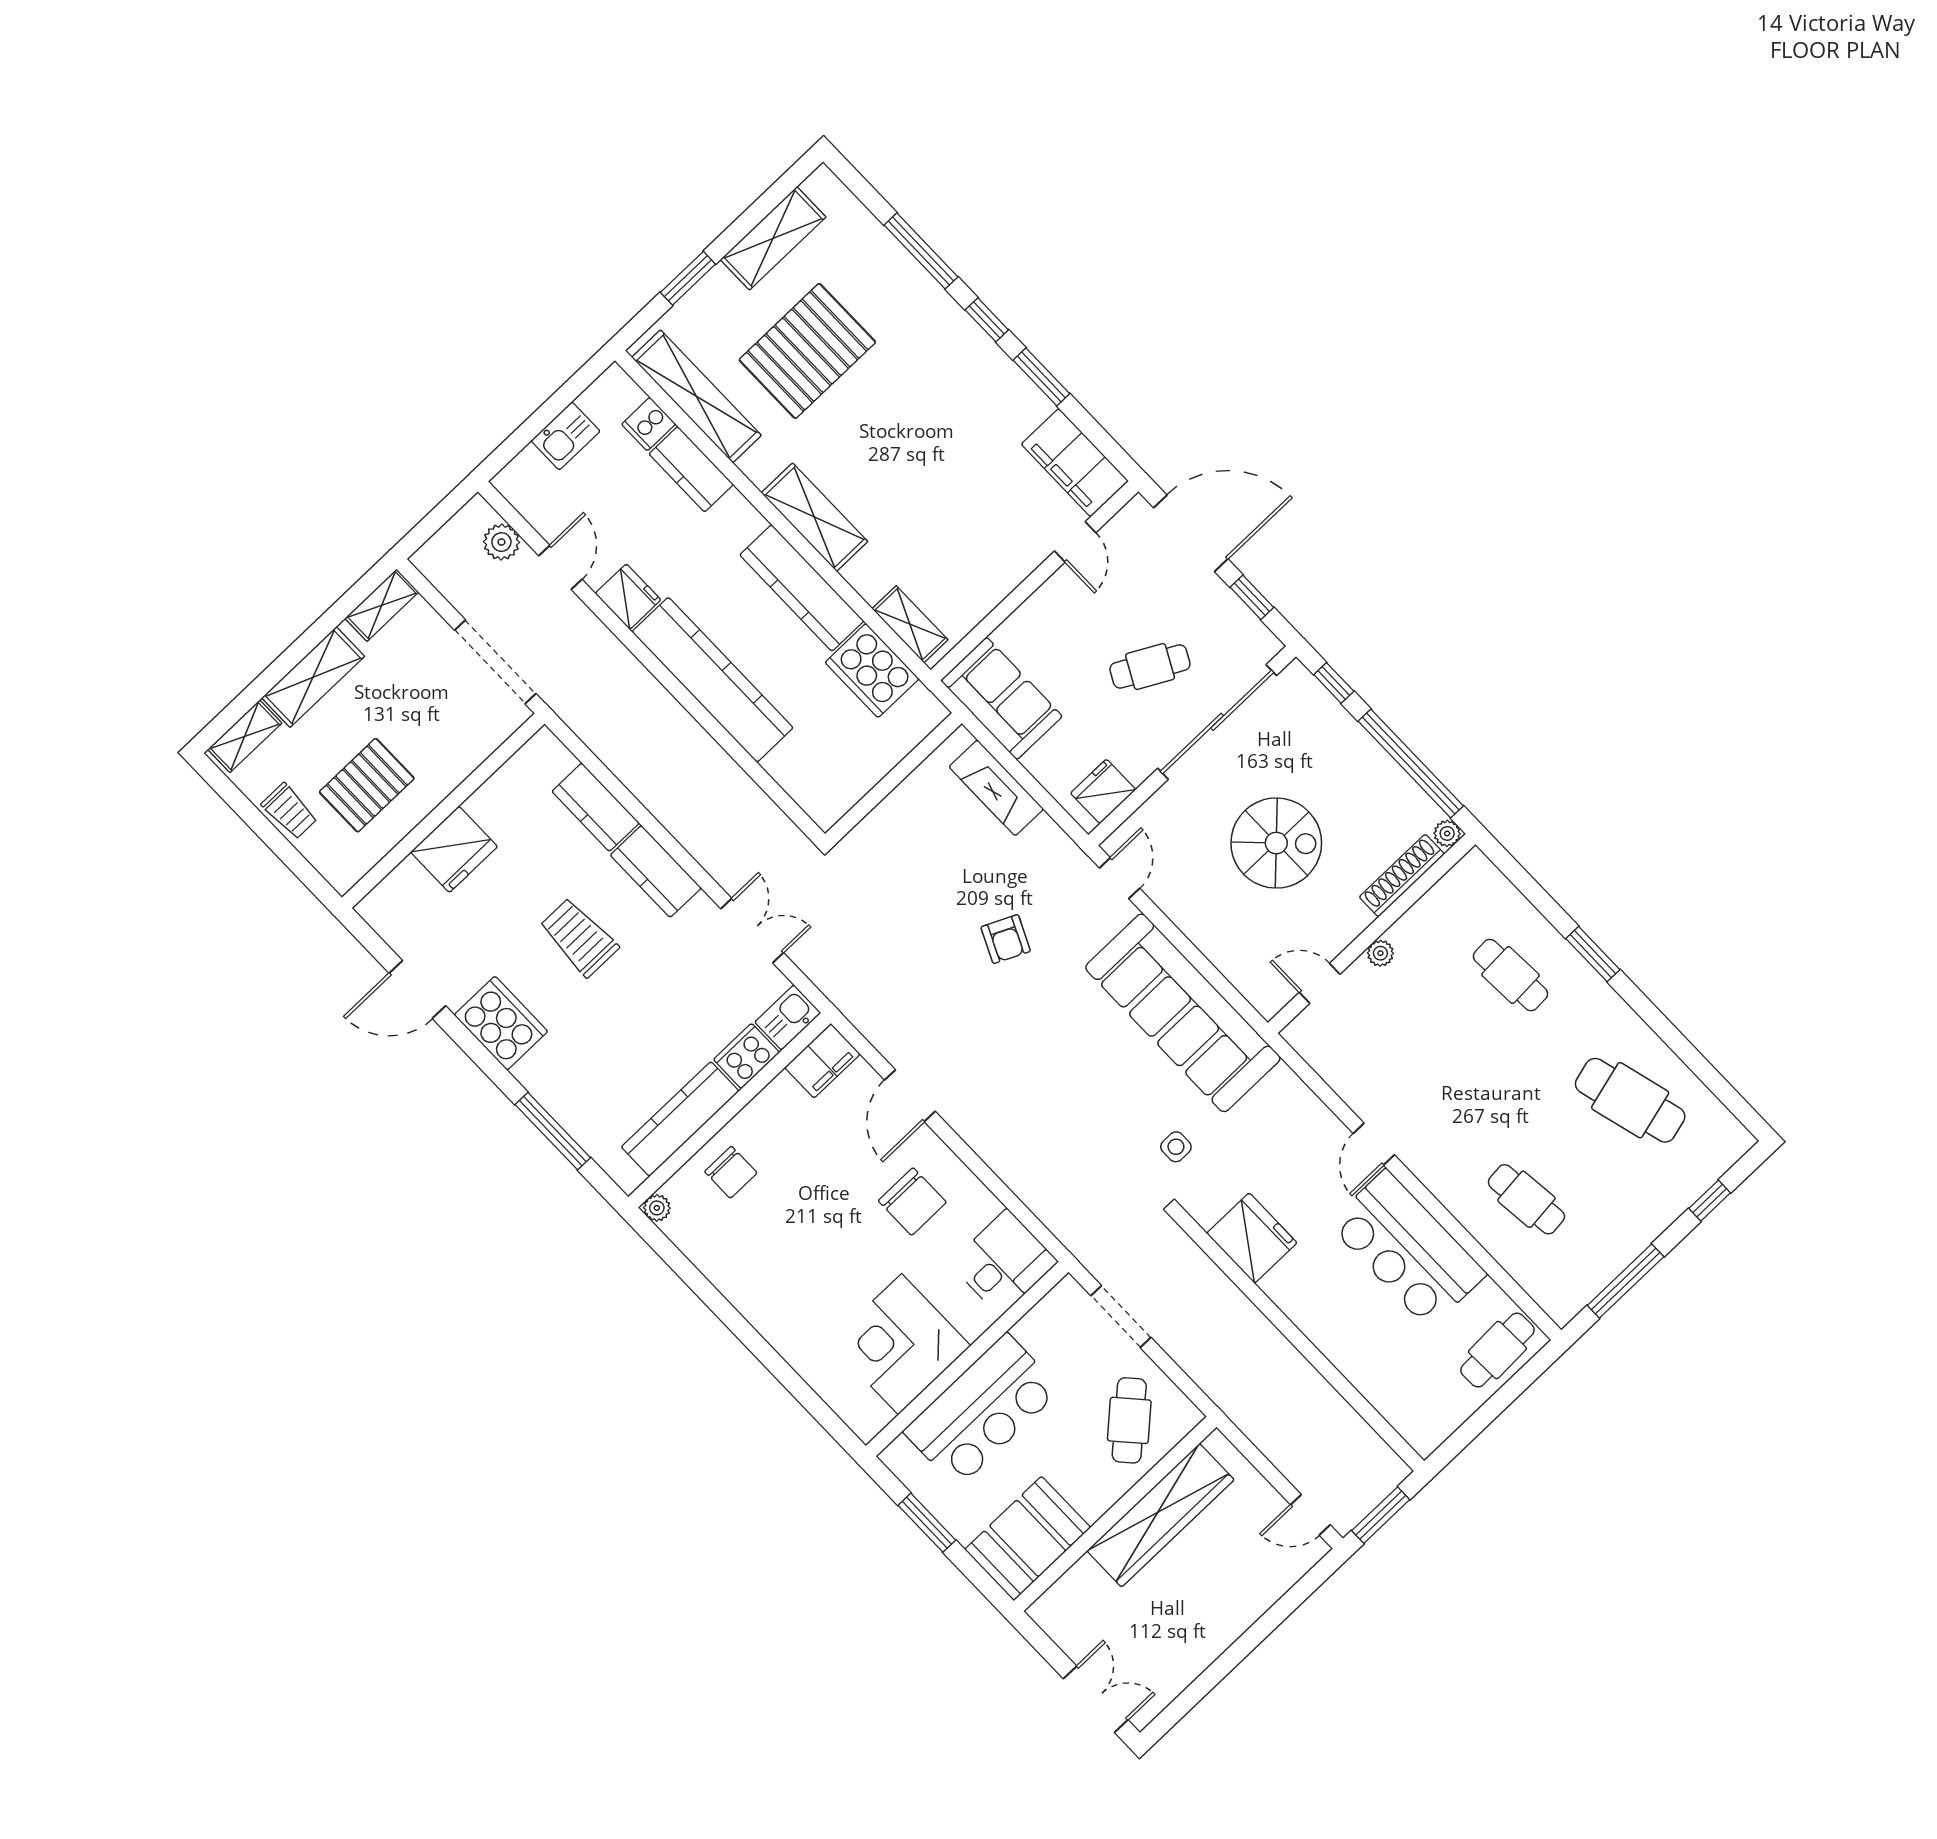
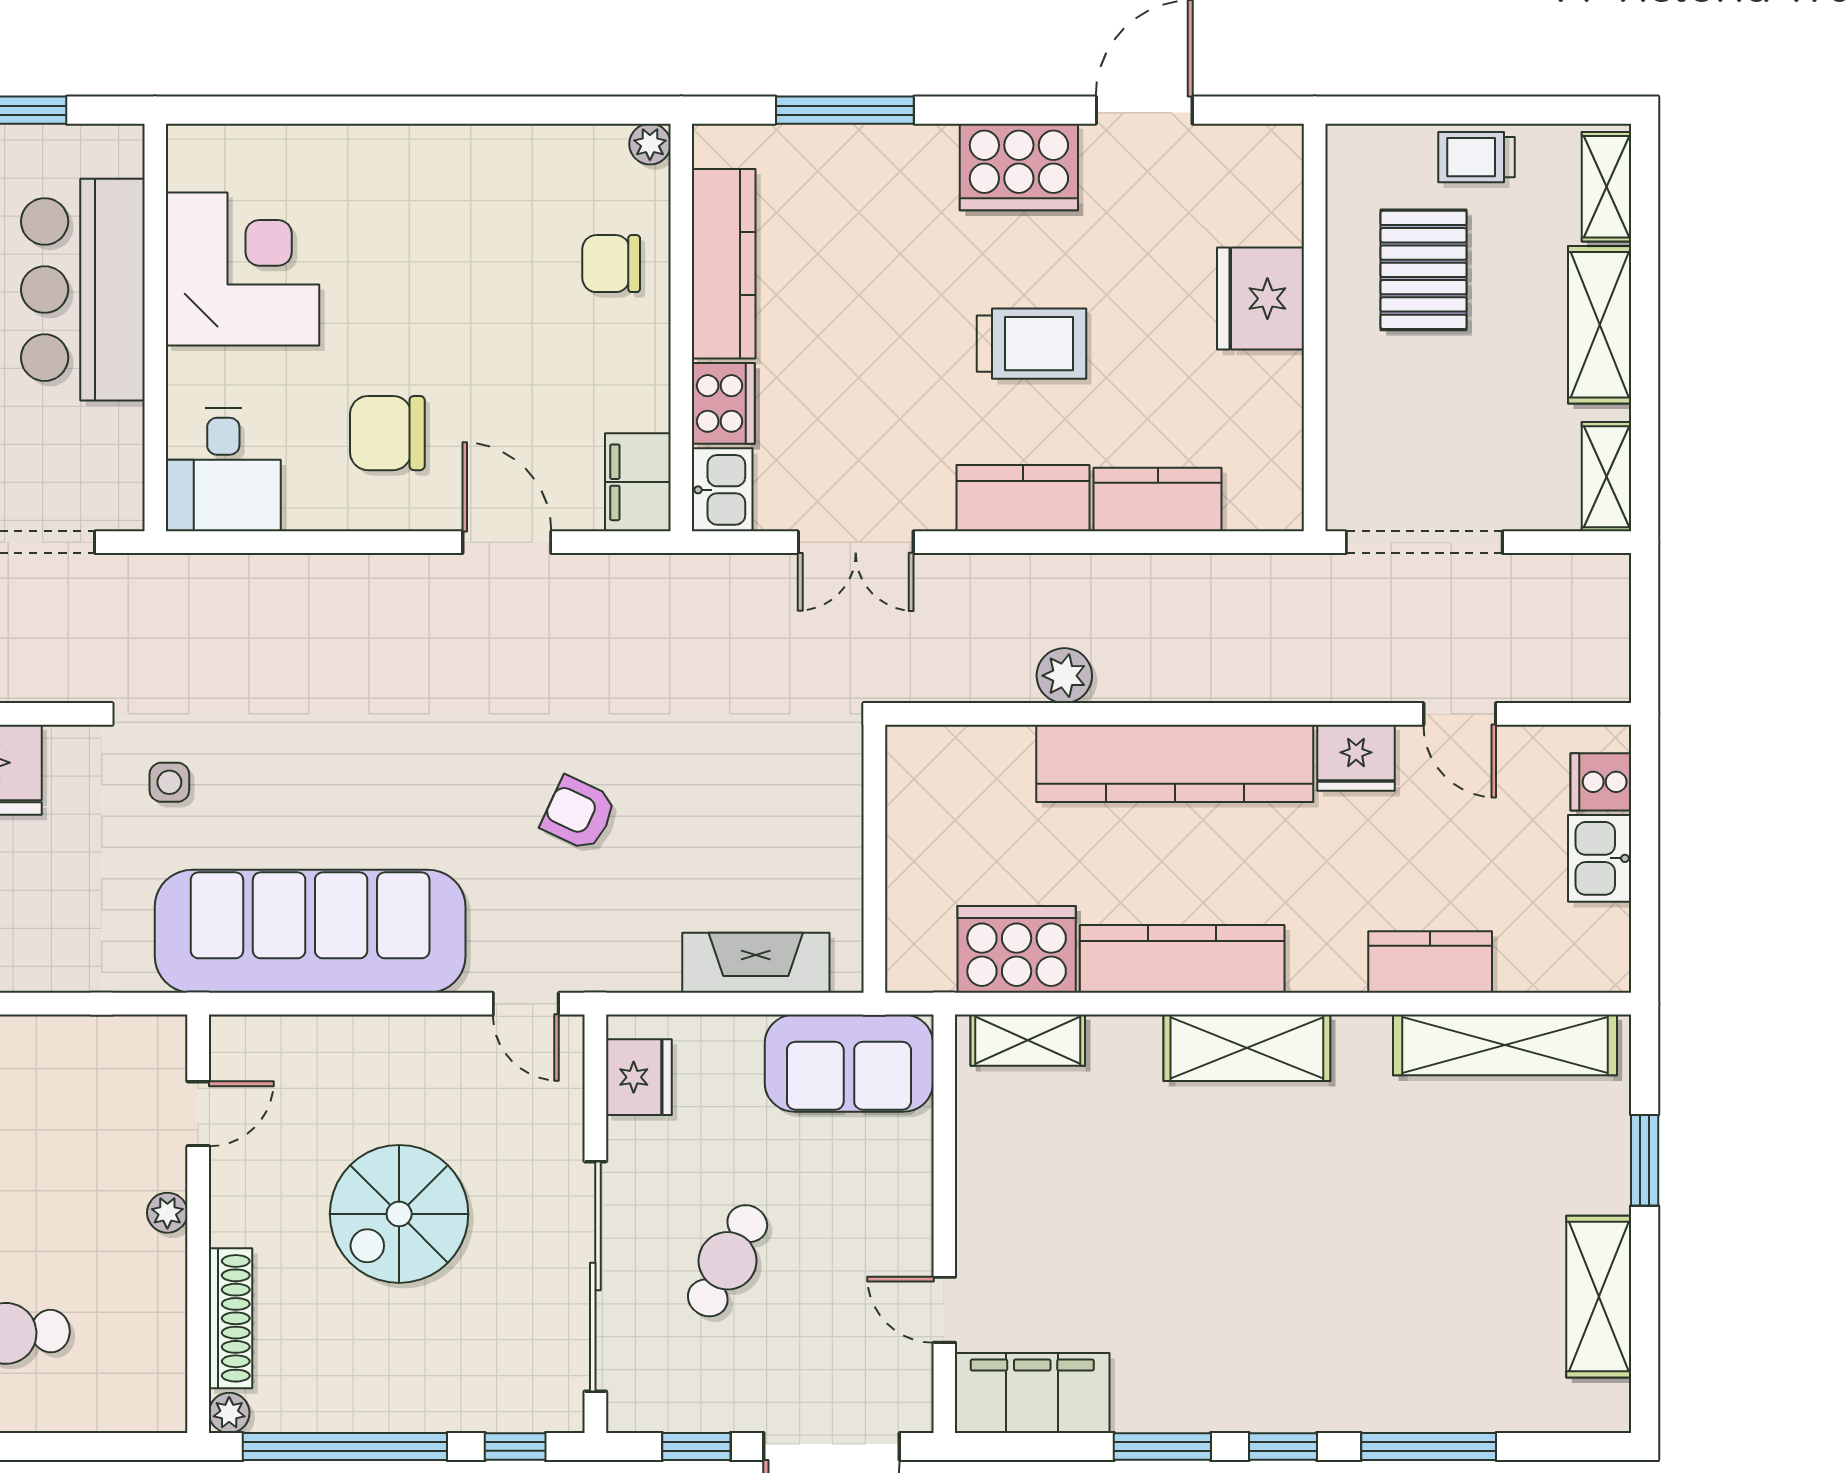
pallet: (807, 351) -> (1438, 1215), removed
cooker: (649, 424) -> (1601, 782), moved, turned -90
plant: (501, 542) -> (1064, 676), moved

